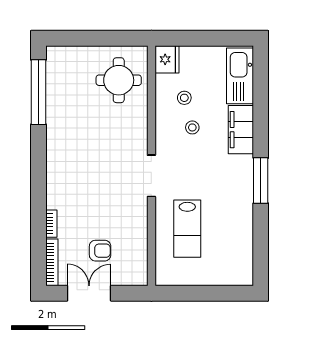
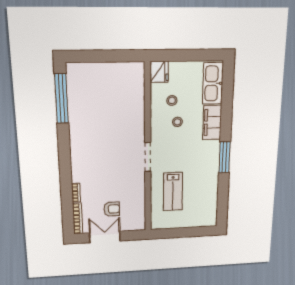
round table: (119, 80) -> (123, 88), removed

